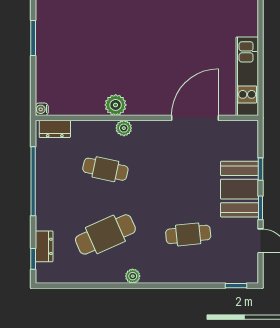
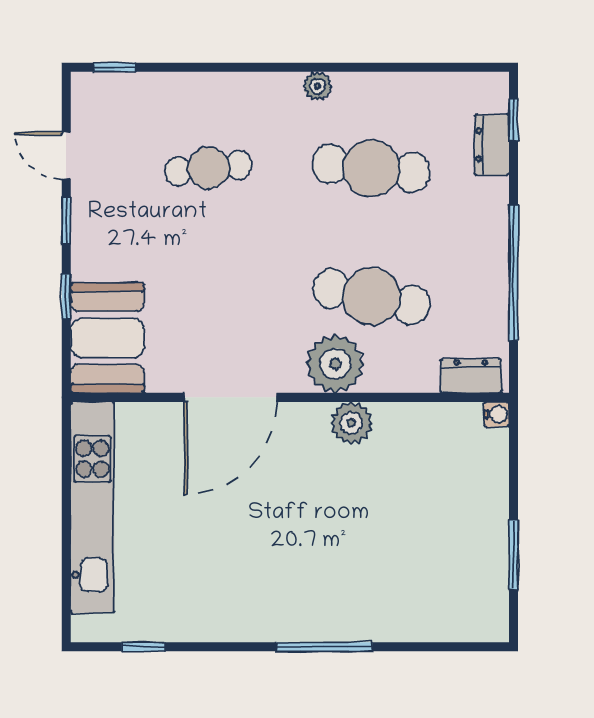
kitchen unit: (247, 76) -> (92, 507), width x1.36
door: (195, 118) -> (230, 397), moved
plant: (124, 128) -> (335, 364), width x1.87, depth x1.87
cafe table: (105, 169) -> (371, 297), width x1.37, depth x1.35
booth: (239, 189) -> (107, 338), moved
cafe table: (105, 234) -> (371, 168), turned 30

